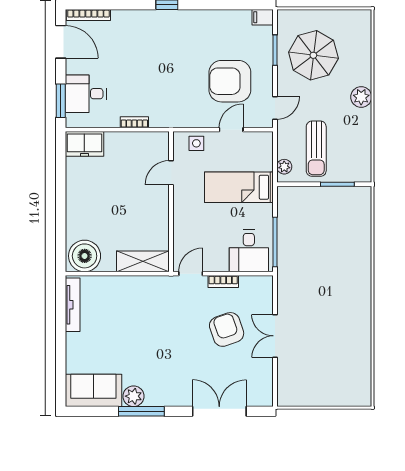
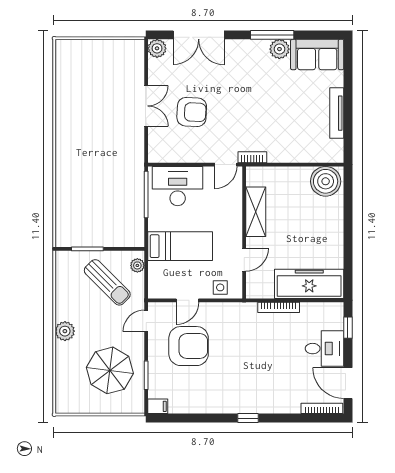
desk: (86, 94) -> (324, 349), moved
window: (61, 101) -> (348, 328), width x0.67
bookcase: (134, 122) -> (279, 307), width x1.56
freezer: (84, 144) -> (309, 284), width x1.91, depth x1.26
sun lounger: (316, 149) -> (107, 282), turned 135
desk: (249, 251) -> (178, 186), width x1.37
shelving: (143, 261) -> (256, 212), moved, turned 90
bookcase: (223, 282) -> (252, 157), moved
tv unit: (73, 305) -> (337, 113), moved
armchair: (227, 329) -> (192, 112), turned -68
plant: (263, 397) -> (157, 48), added

